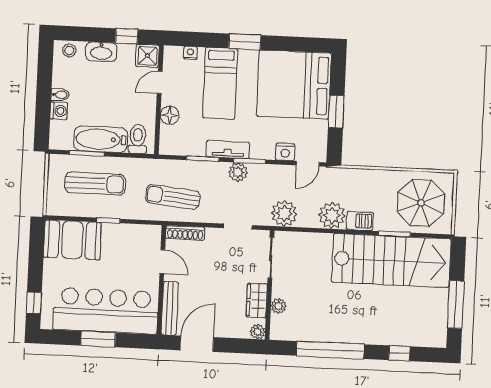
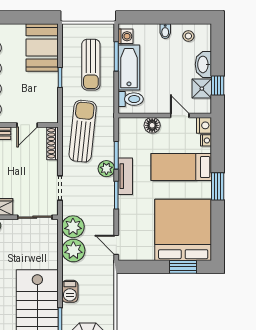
stool: (69, 50) -> (188, 36), moved
shower: (147, 56) -> (202, 89), moved
washing machine: (59, 111) -> (126, 36), moved, turned -90
window: (336, 112) -> (183, 267), moved
nightstand: (285, 152) -> (204, 125), moved, turned 180
plant: (238, 172) -> (106, 169), moved
sun lounger: (173, 197) -> (83, 131), width x1.36, depth x1.34
plant: (332, 215) -> (73, 250), moved

